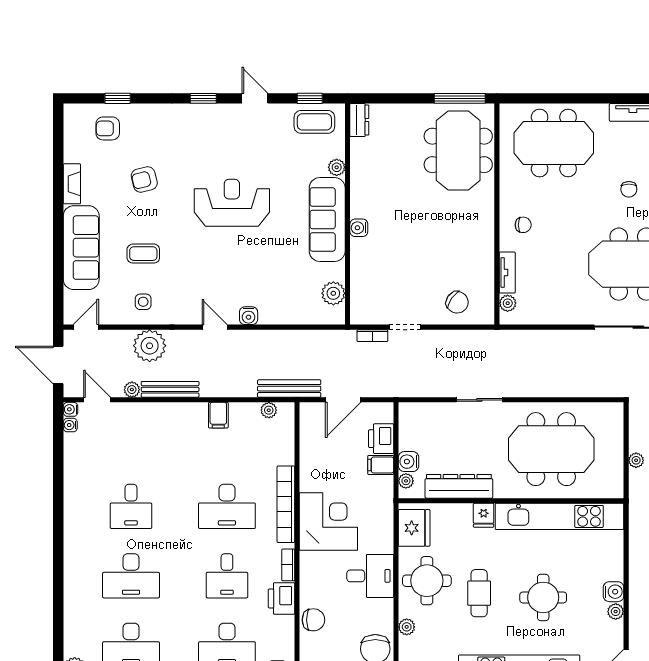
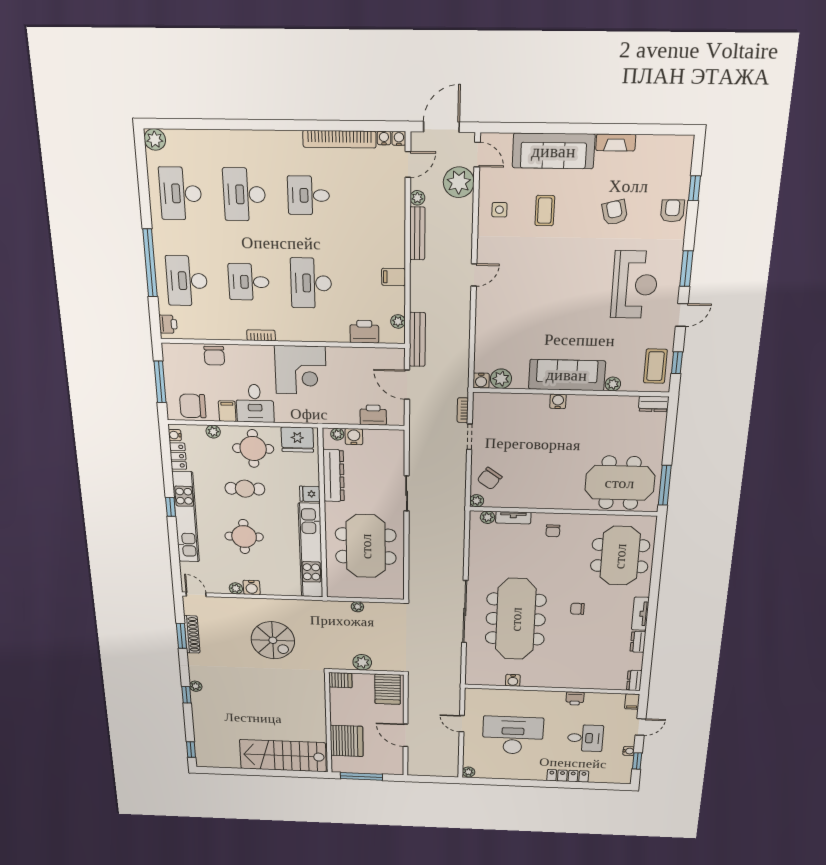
window: (203, 98) -> (686, 269), width x1.50
armchair: (108, 128) -> (672, 211), moved
reception desk: (232, 203) -> (635, 285), moved
water cooler: (249, 316) -> (481, 381), moved, turned -90
plant: (486, 317) -> (477, 501), added
plant: (150, 346) -> (459, 182), moved
filing cabinet: (381, 465) -> (227, 411), moved
bookcase: (286, 504) -> (339, 139), moved, turned 180
printer: (281, 598) -> (364, 332), moved

